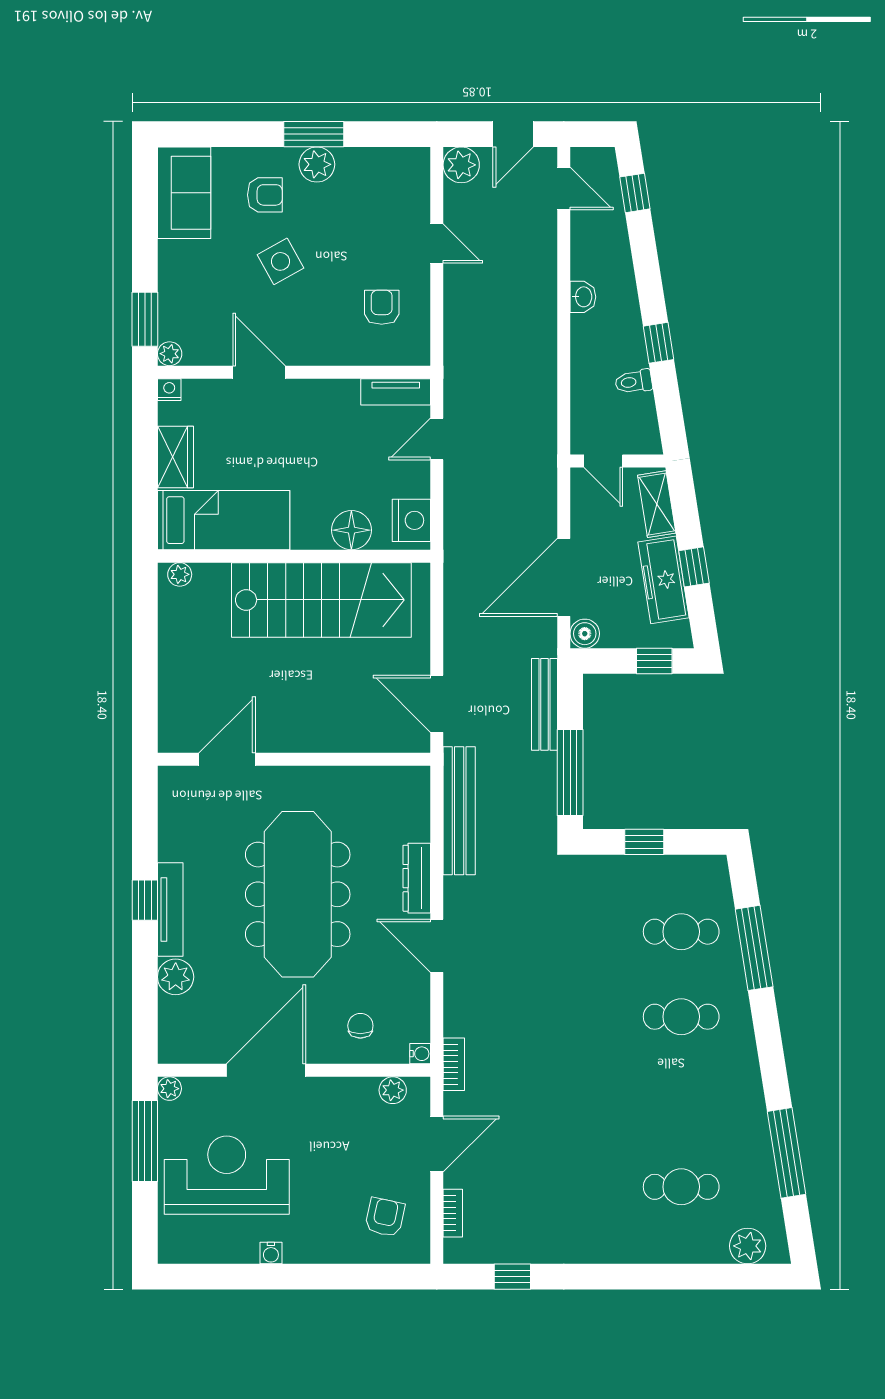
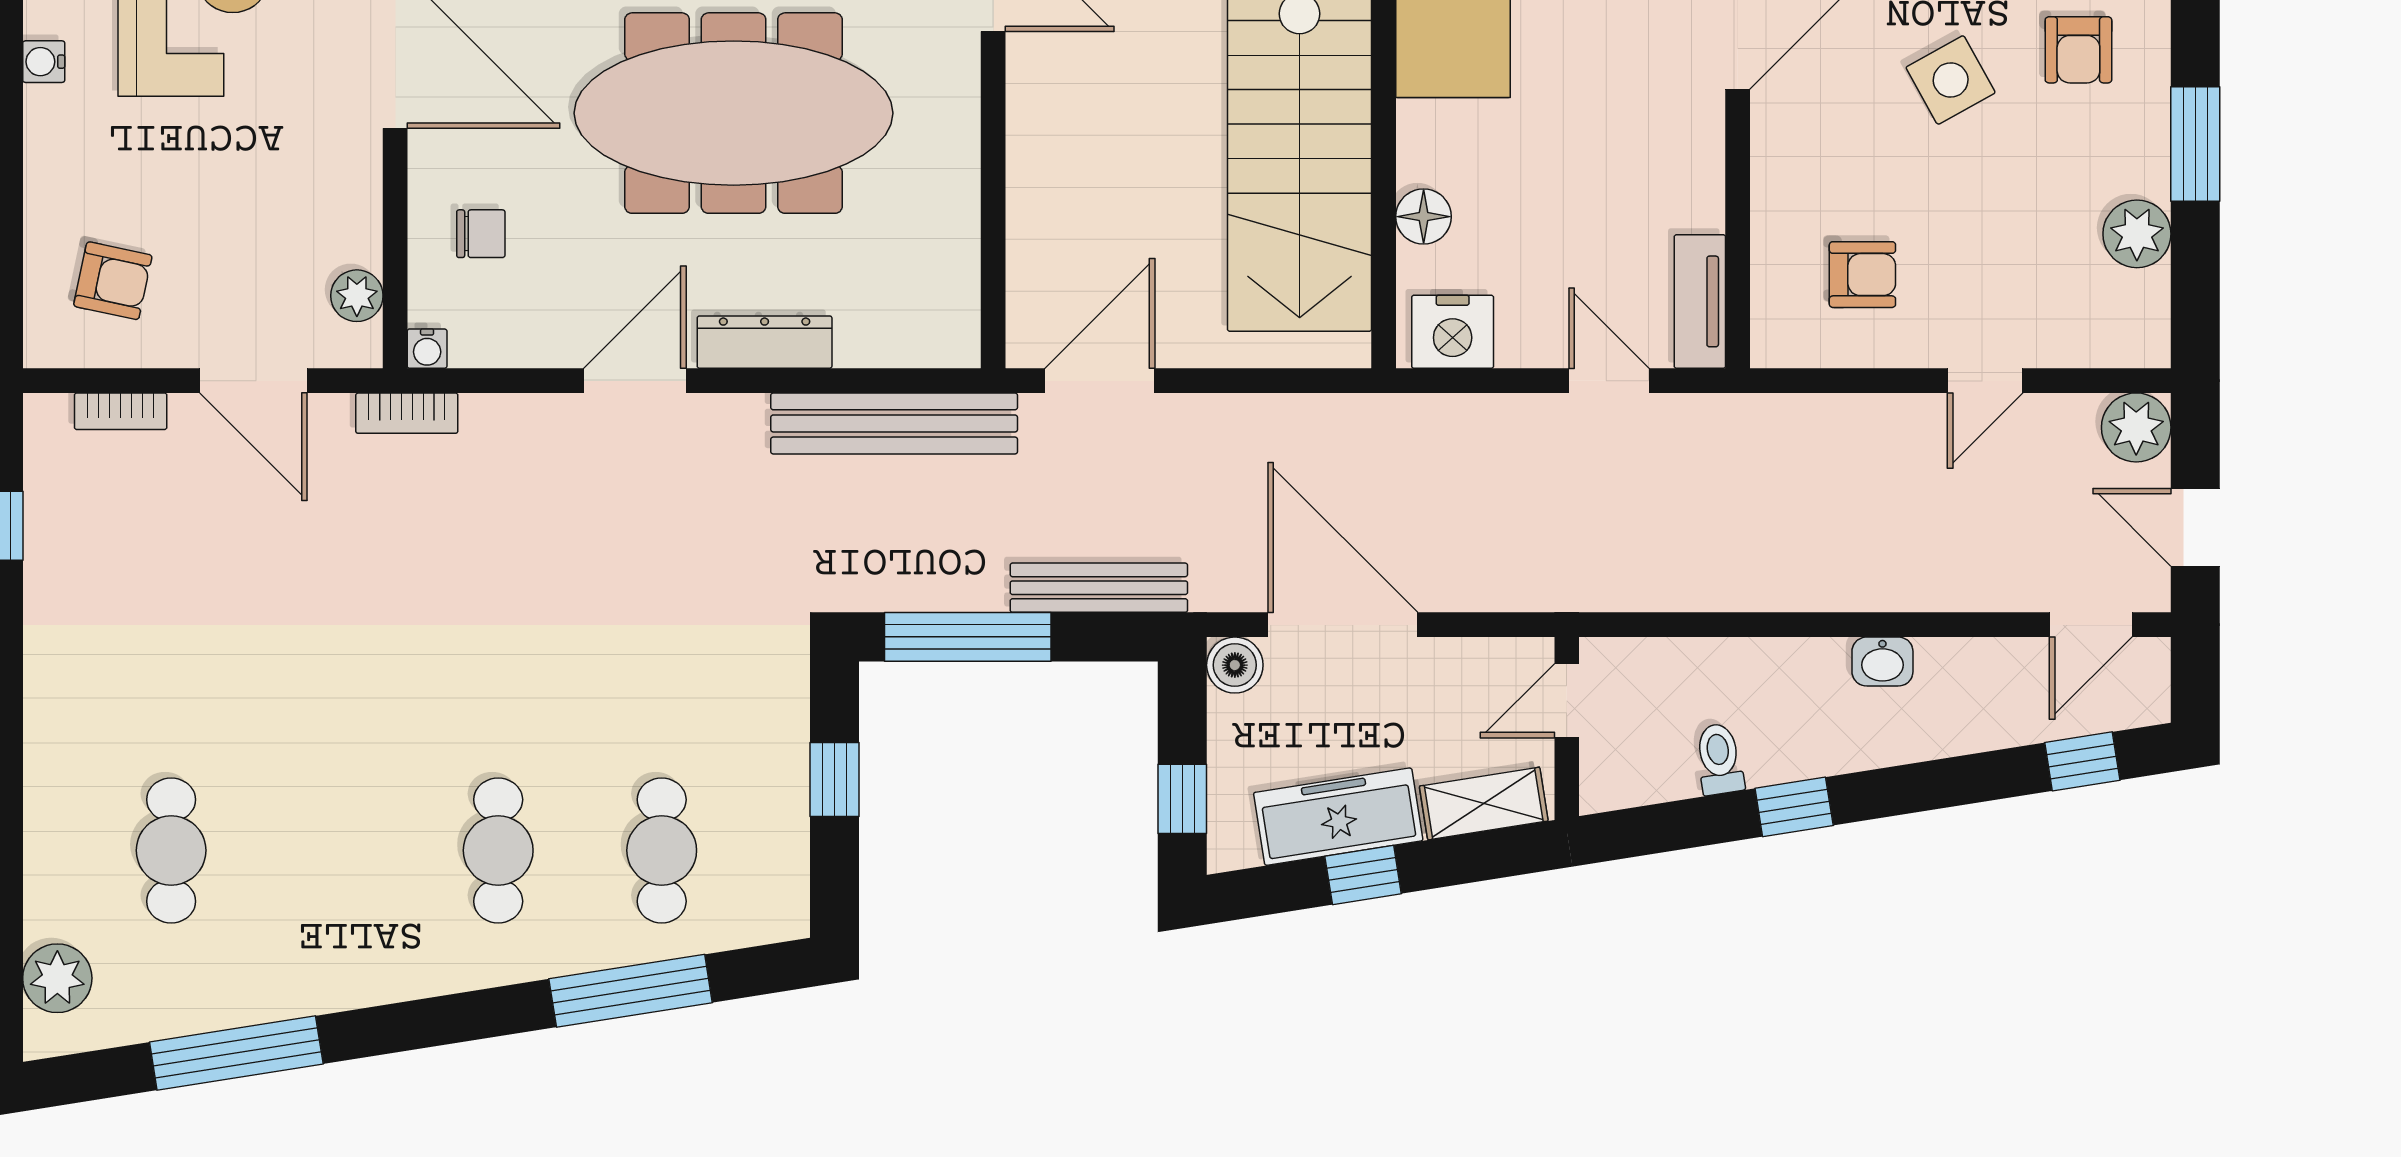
plant: (317, 164) -> (2137, 234), moved
floor lamp: (351, 530) -> (1424, 217), width x0.73, depth x0.73

